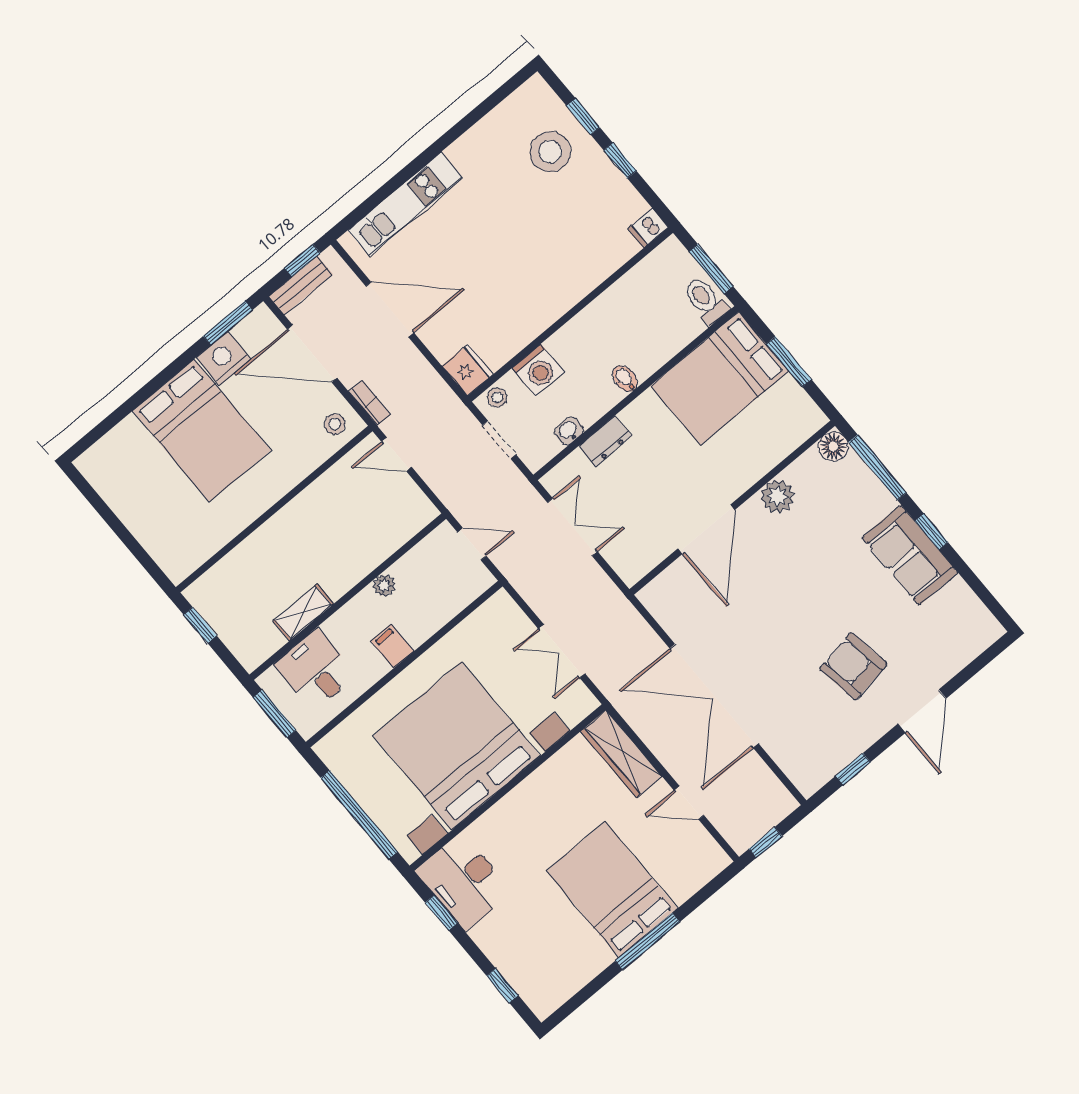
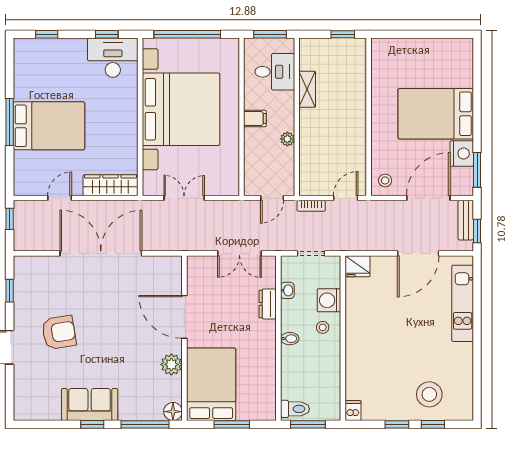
bed: (720, 378) -> (211, 384), moved
stool: (497, 398) -> (323, 327), moved
bookcase: (370, 403) -> (311, 206), moved

